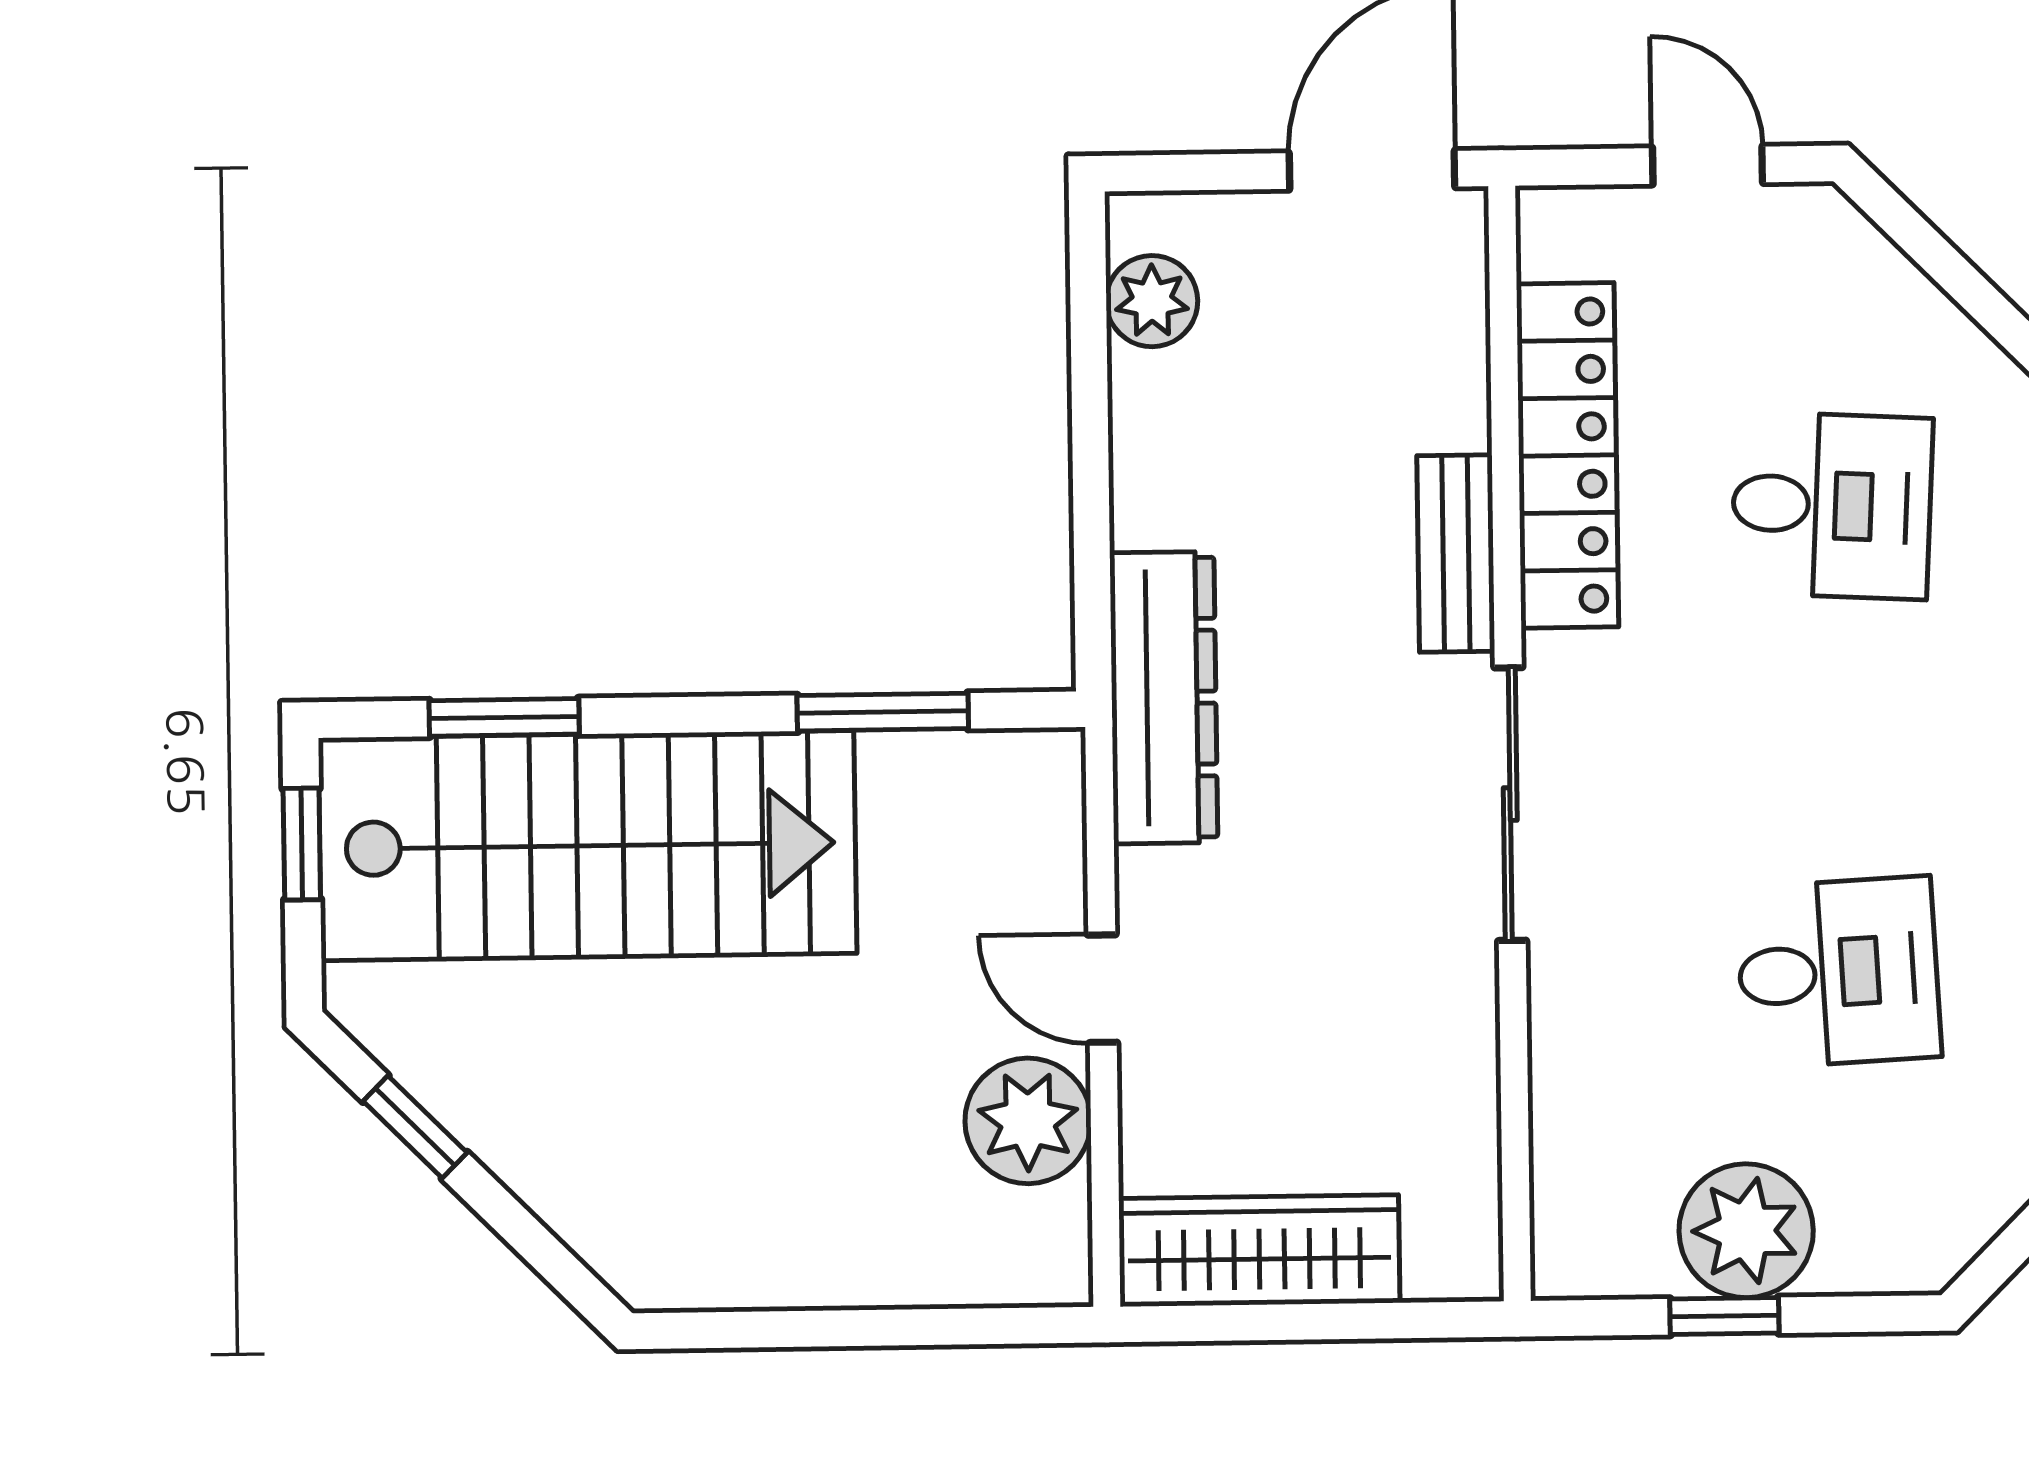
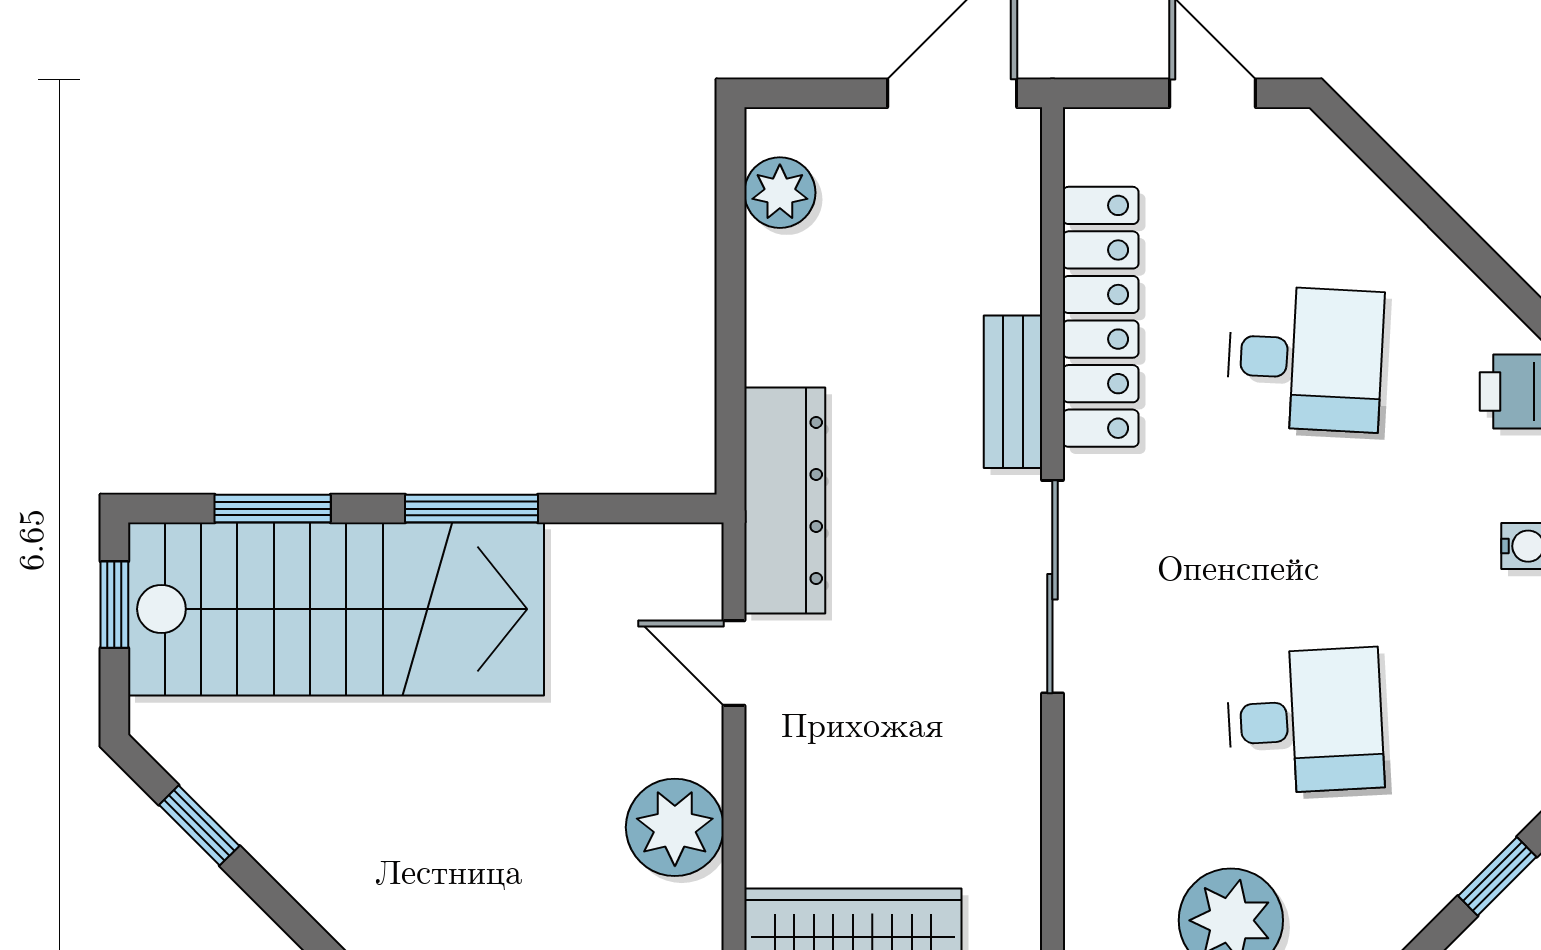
window: (883, 712) -> (471, 509), moved
door: (1102, 989) -> (734, 663), moved

